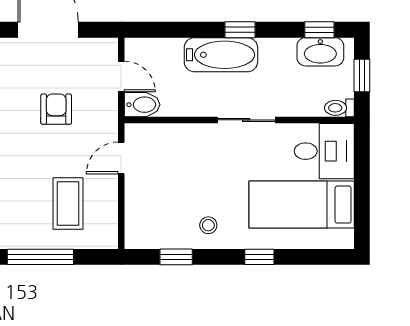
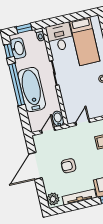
window: (240, 30) -> (17, 85), width x3.17
bathtub: (221, 55) -> (32, 90), width x1.36, depth x1.36
armchair: (56, 109) -> (69, 166), moved
door: (121, 158) -> (83, 122), swing flipped

